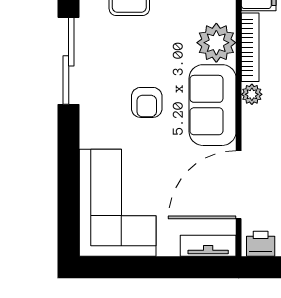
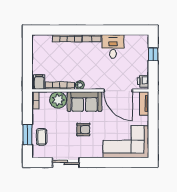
sliding door: (69, 61) -> (66, 163), width x0.73

